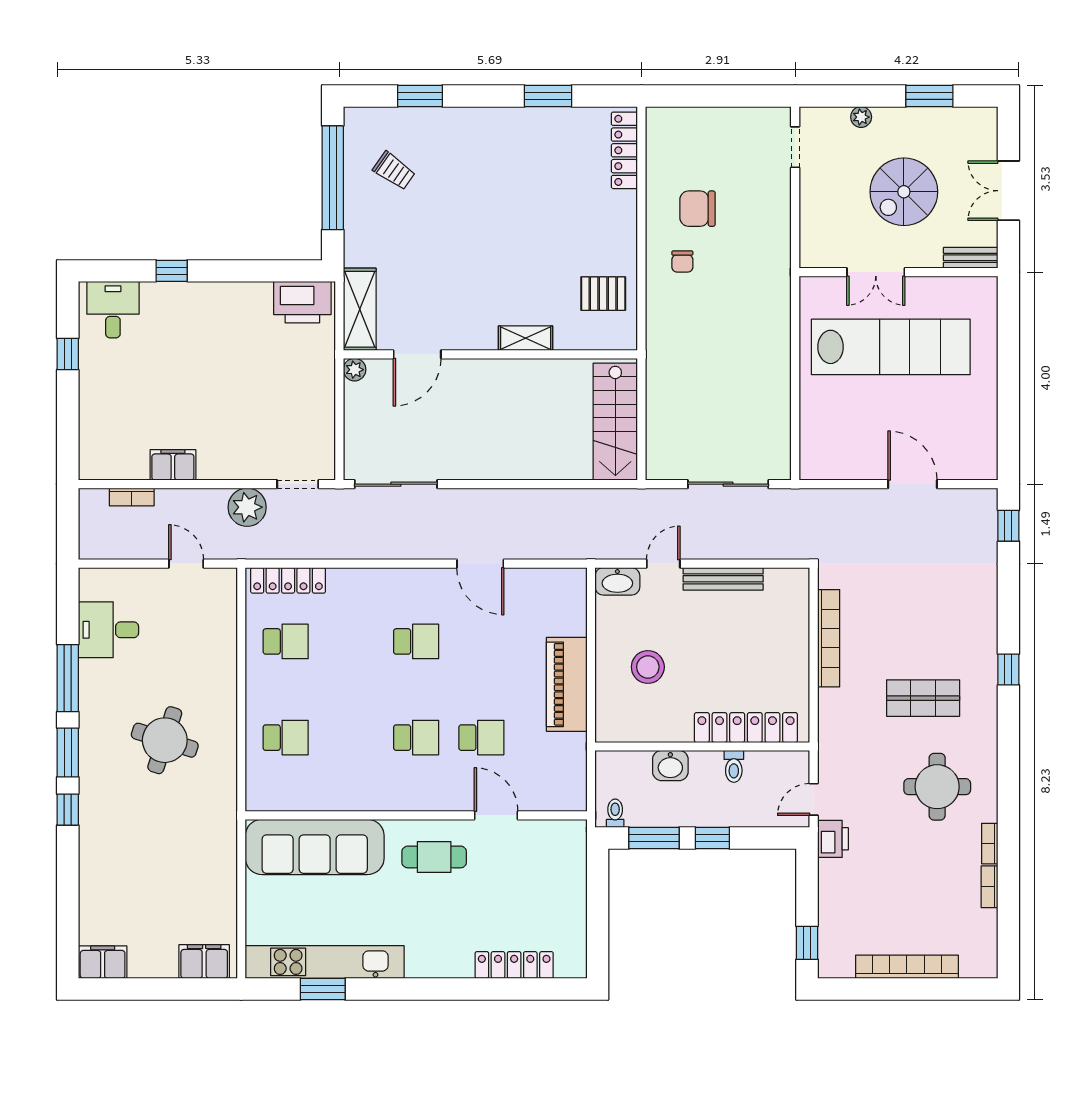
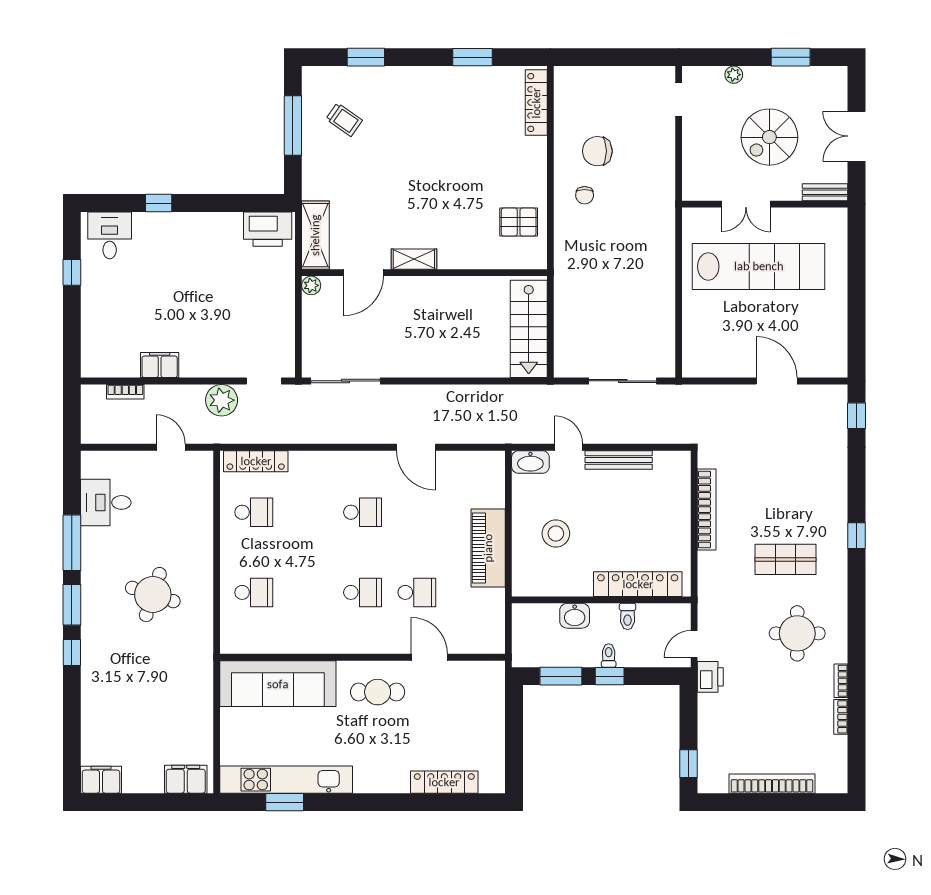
window: (333, 178) -> (293, 125), width x0.68
shelving: (526, 338) -> (414, 259), moved
door: (663, 564) -> (569, 447), hinge flipped
toilet: (615, 813) -> (609, 655), moved

